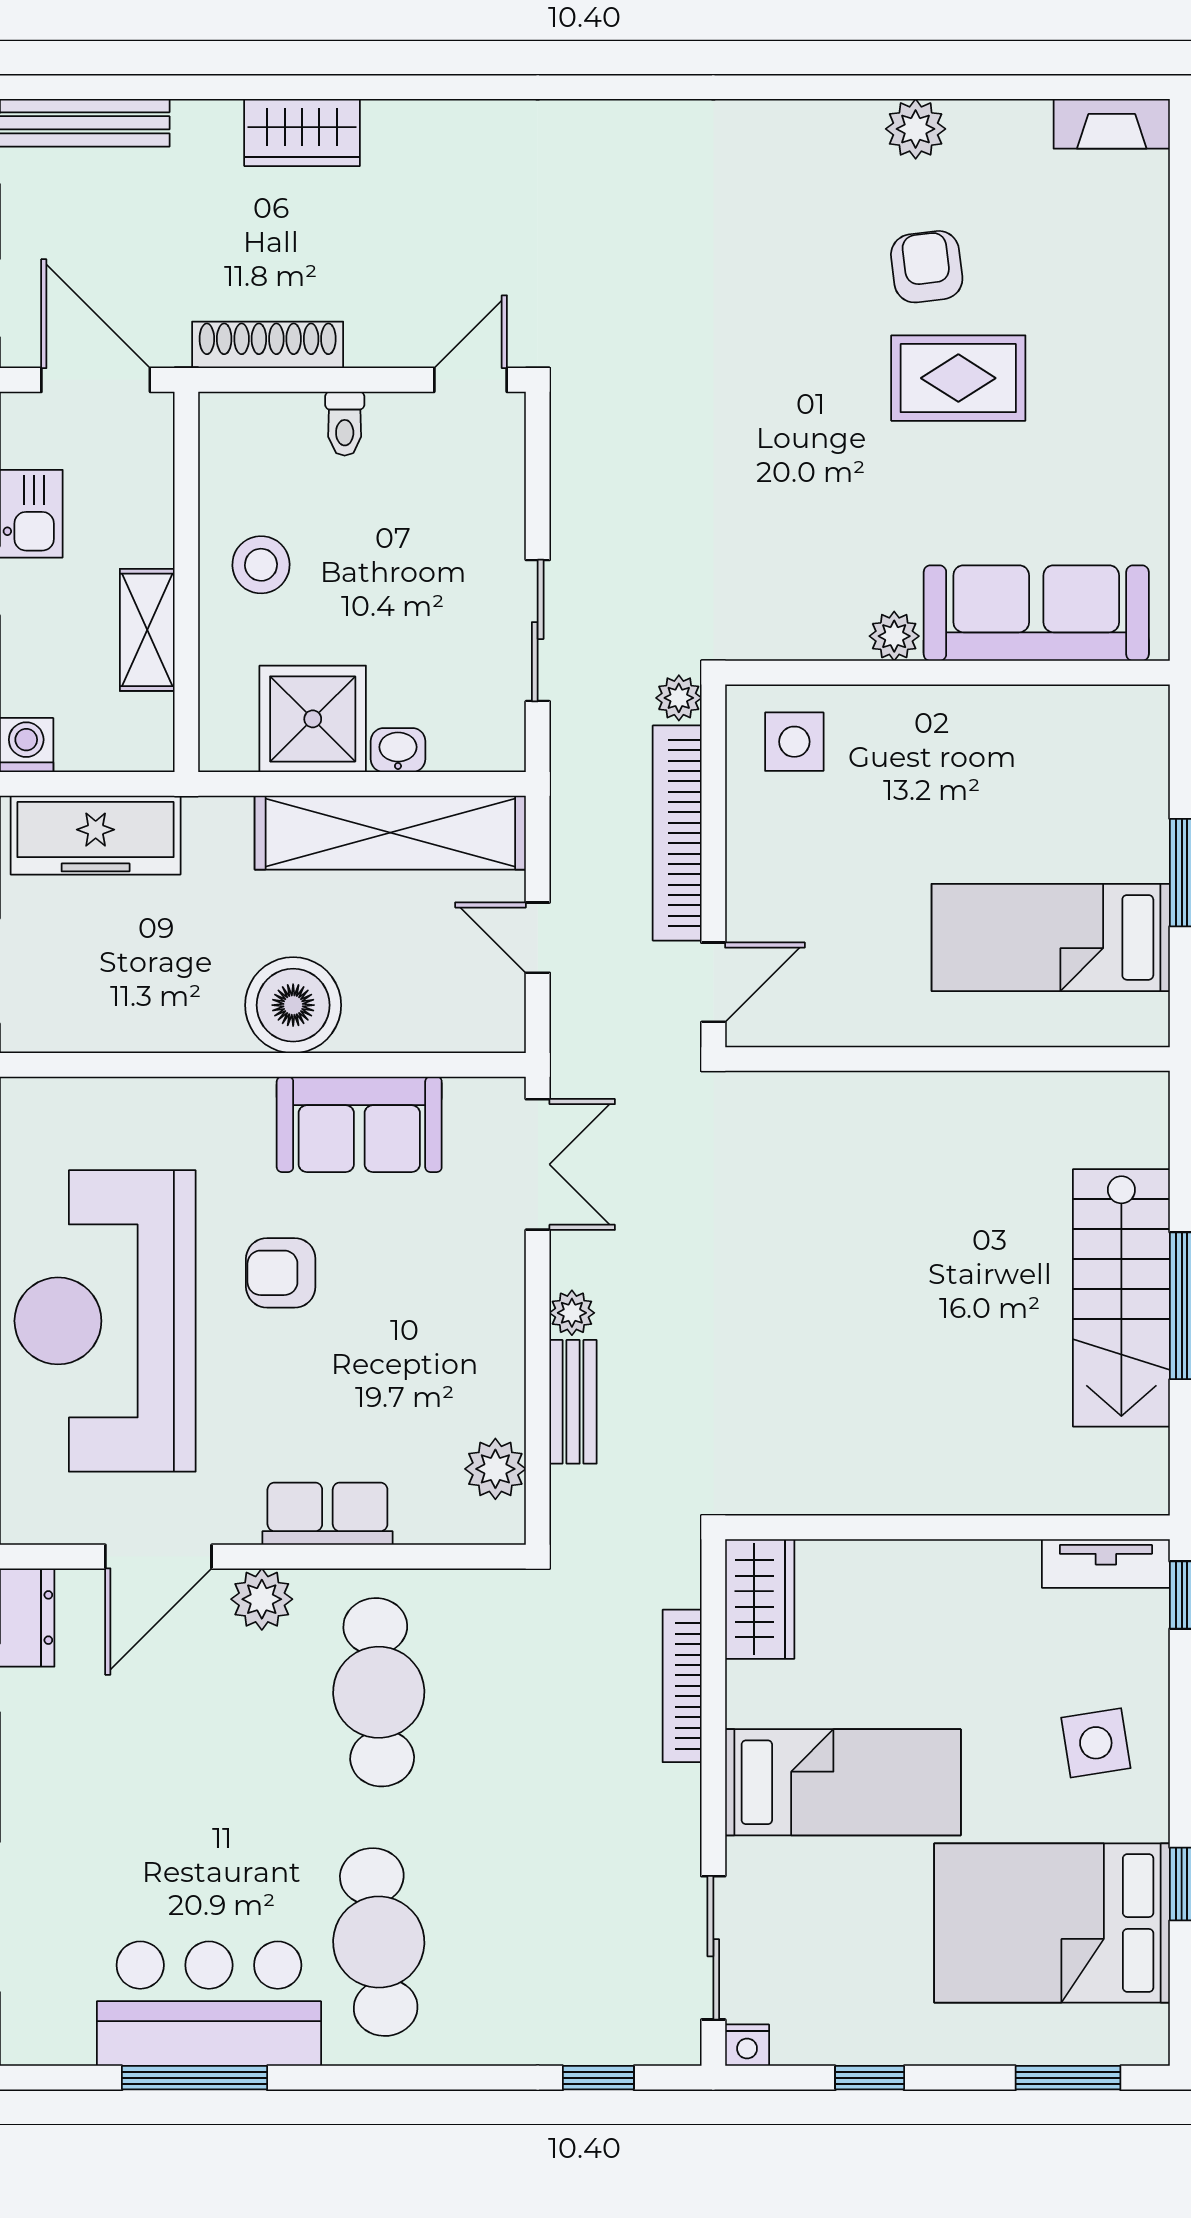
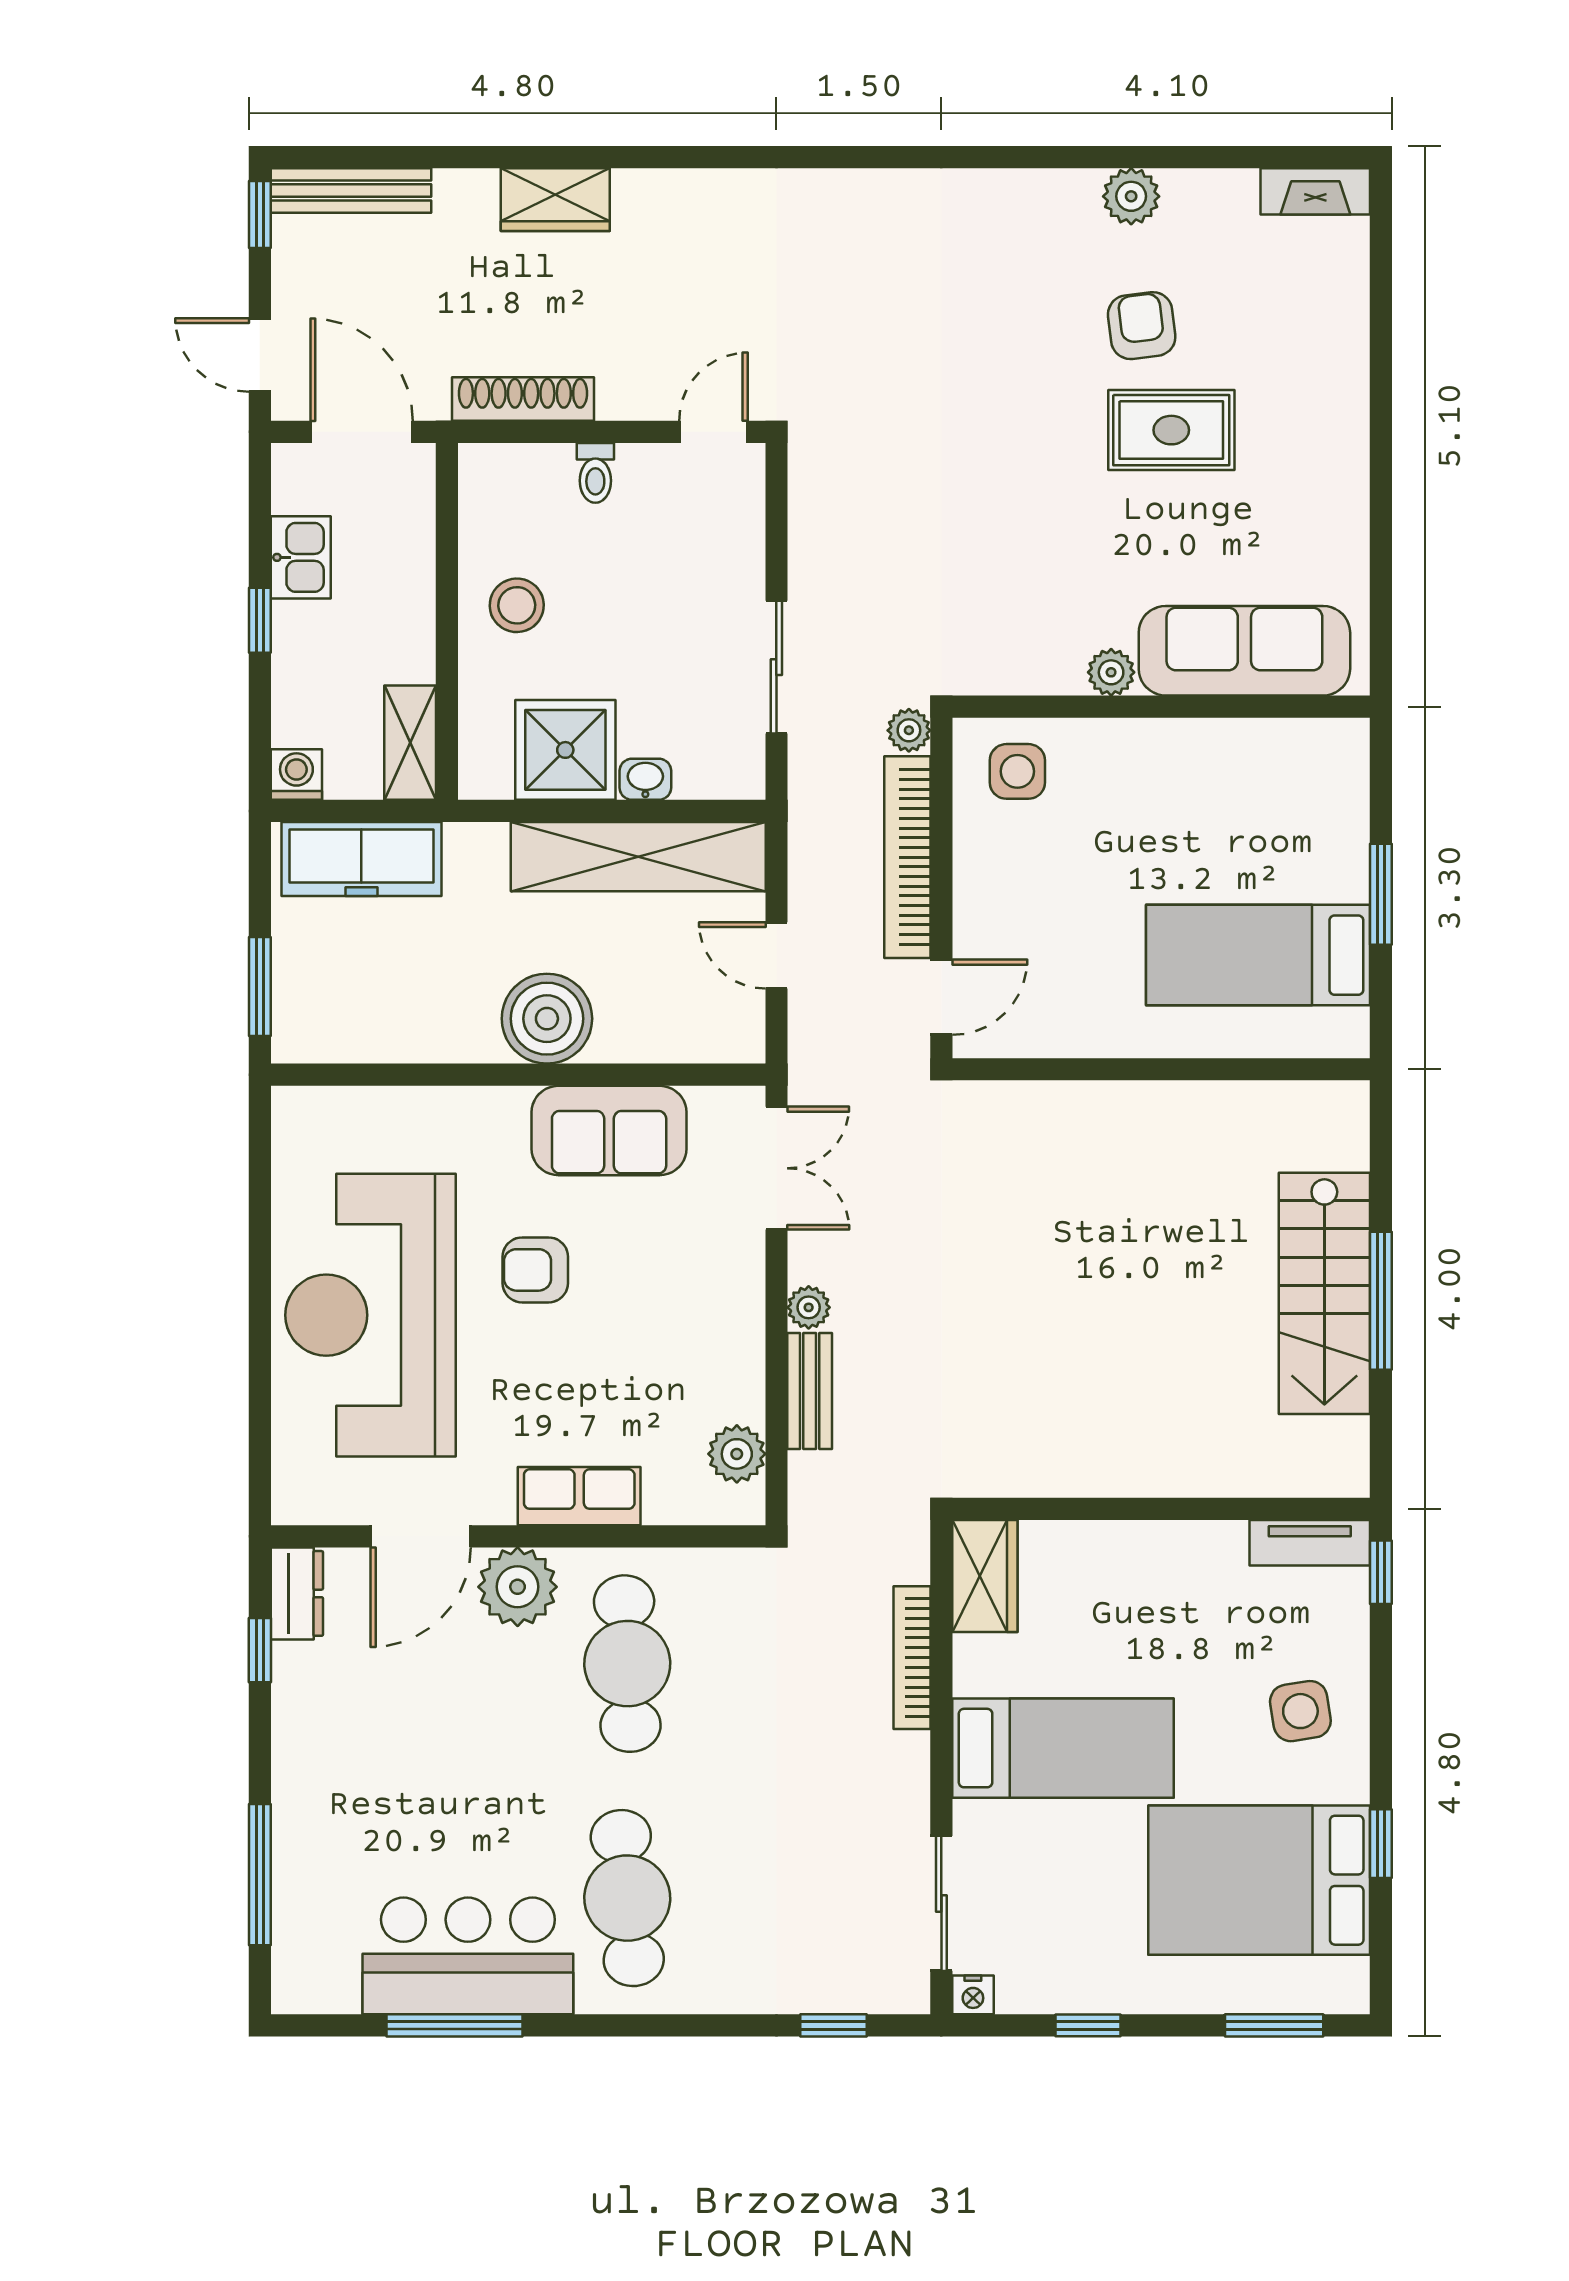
shelving: (147, 630) -> (410, 743), moved
plant: (262, 1599) -> (518, 1587), width x1.36, depth x1.36

